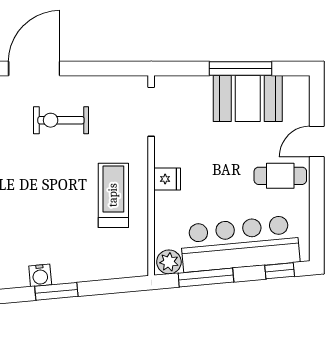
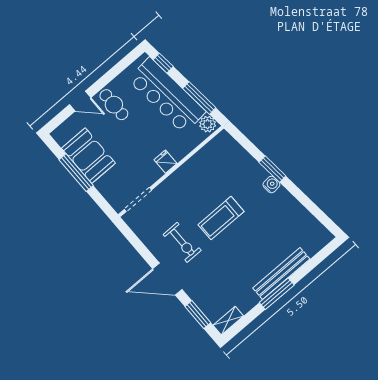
treadmill: (113, 195) -> (221, 218), moved

